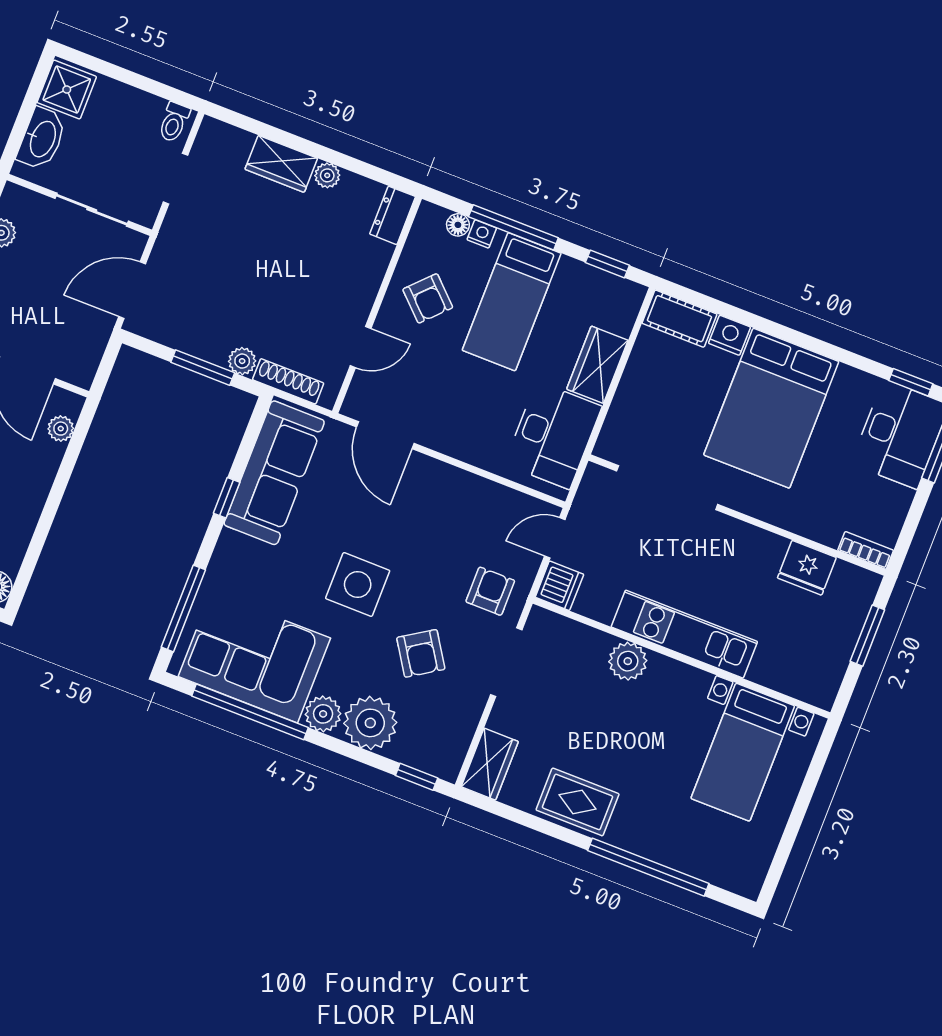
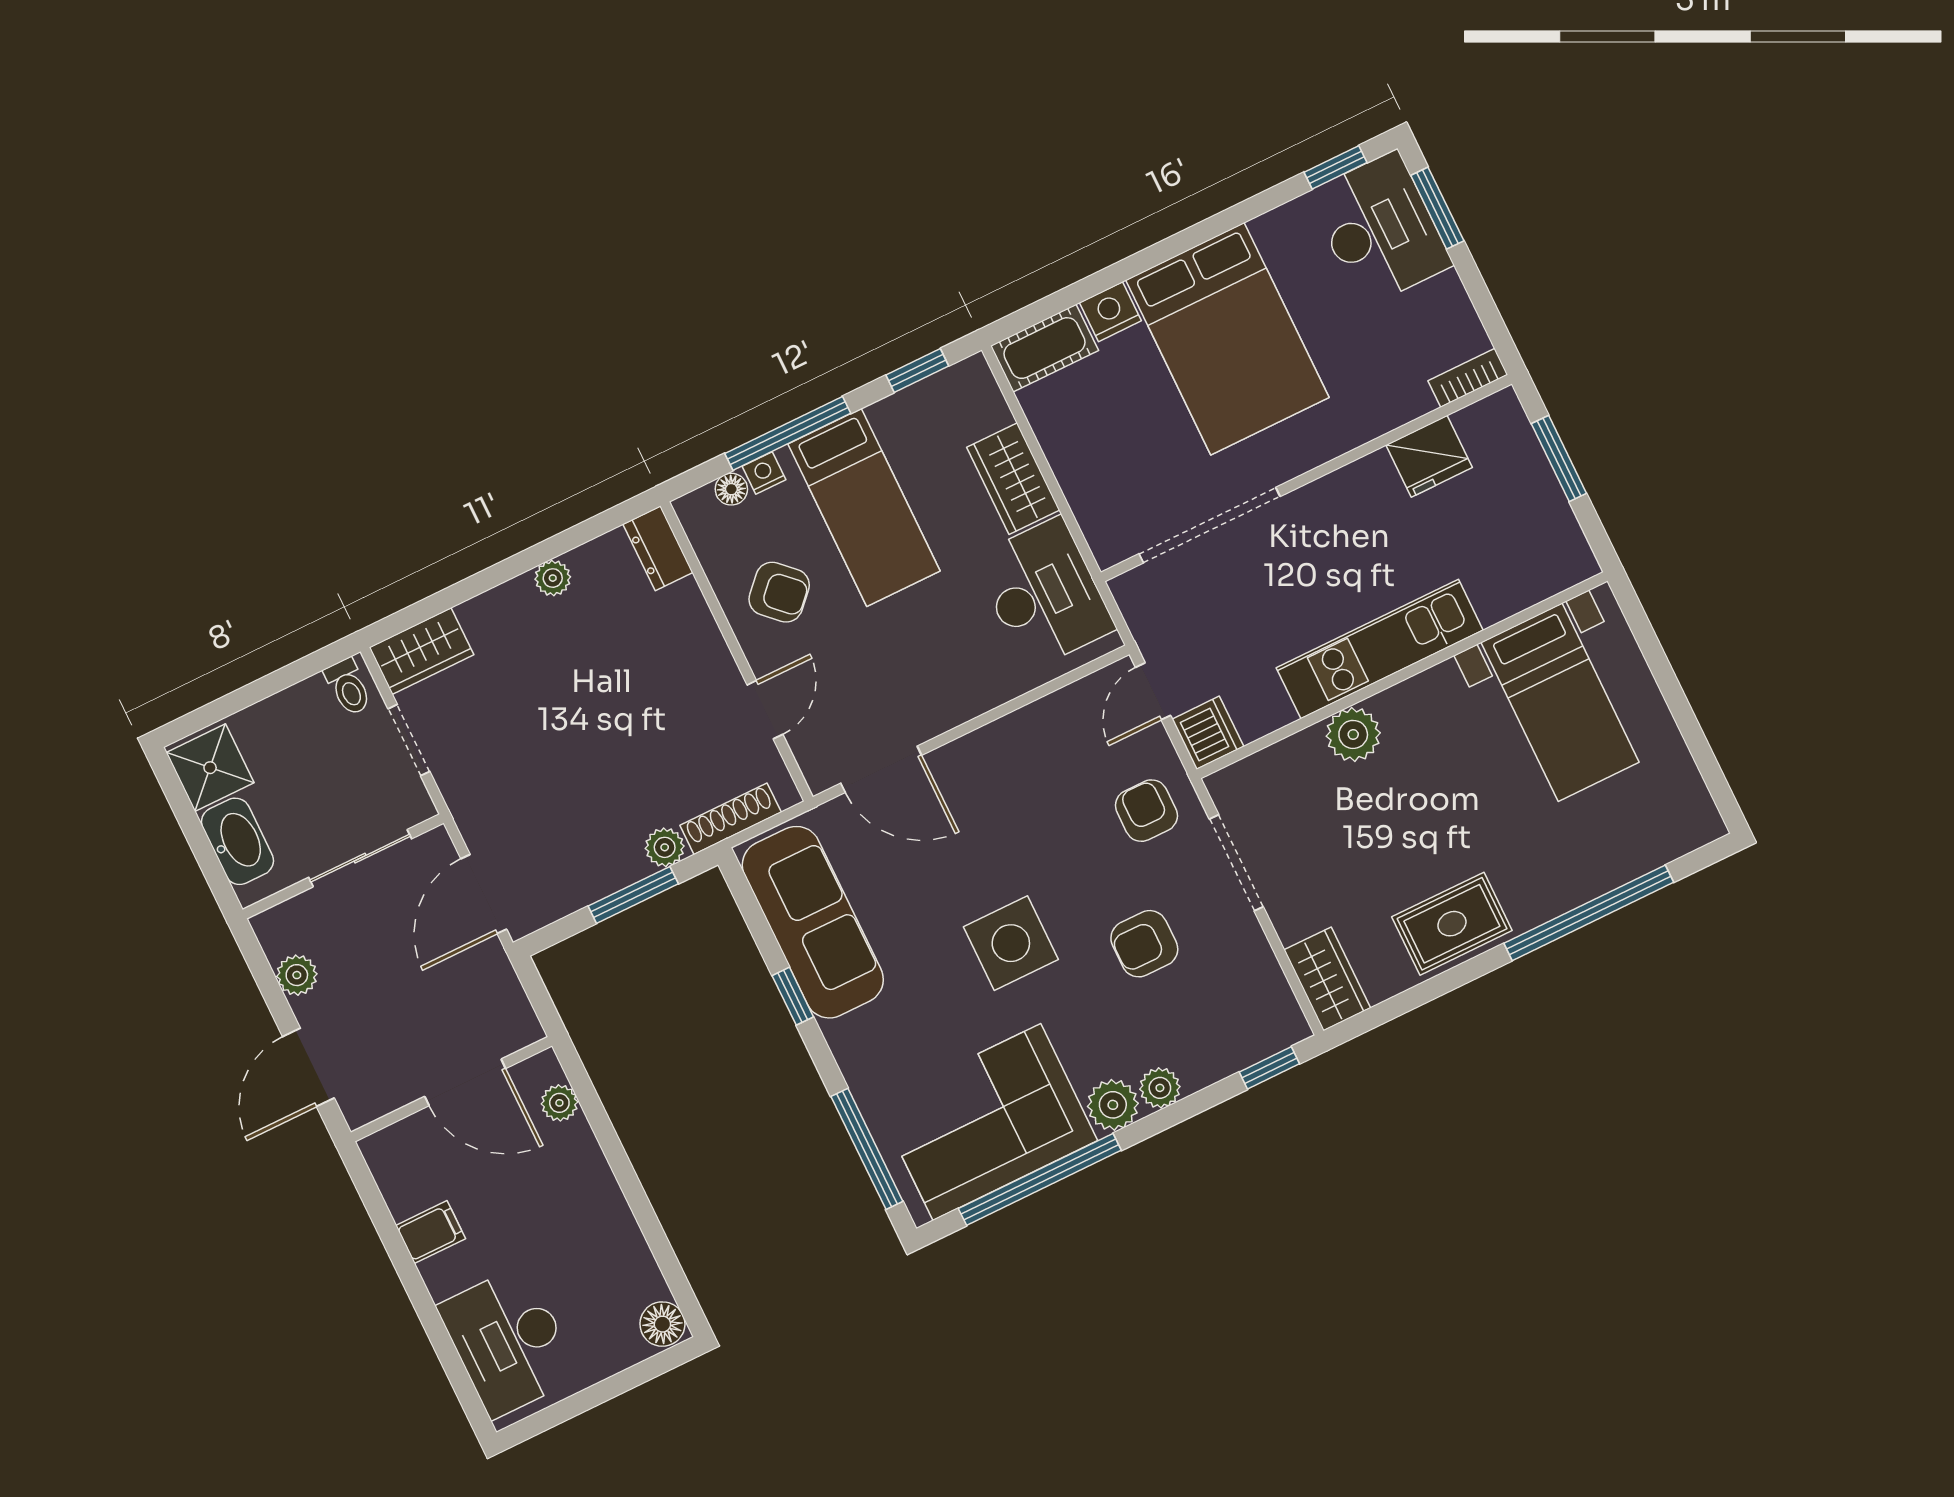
wardrobe: (281, 164) -> (422, 651), moved
armchair: (421, 653) -> (1144, 944), turned 123
plant: (370, 723) -> (1160, 1088), width x0.53, depth x0.53

